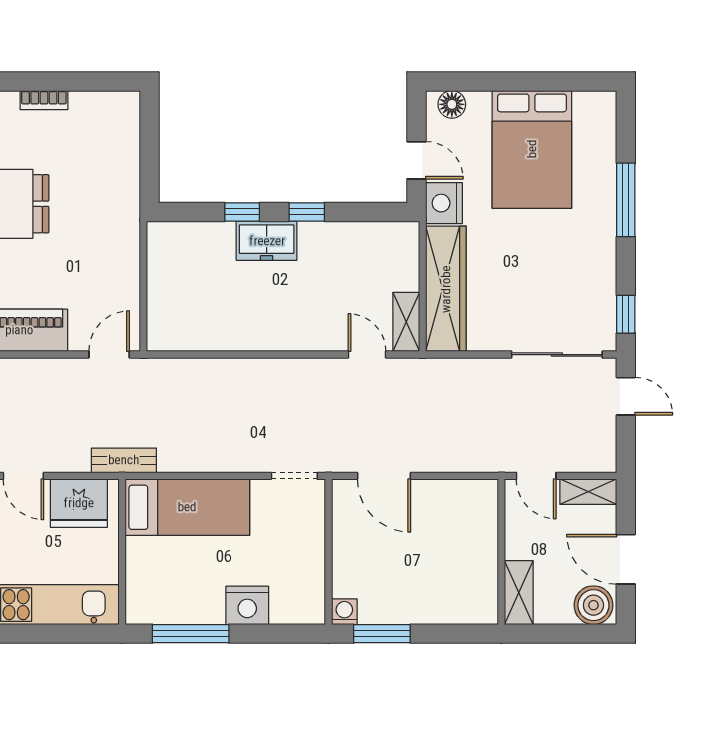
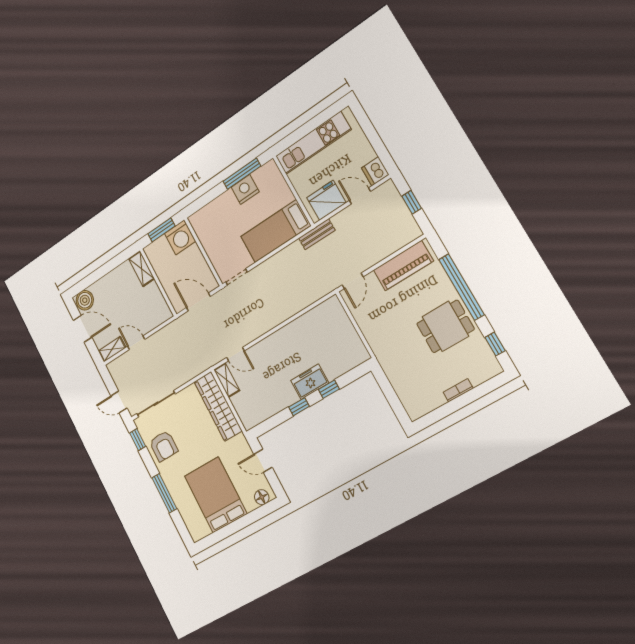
nightstand: (444, 203) -> (240, 447), removed
armchair: (582, 278) -> (164, 446), added
wall: (501, 552) -> (158, 282), moved
shelving: (519, 593) -> (142, 269), moved
nightstand: (247, 605) -> (245, 189), moved
washing machine: (344, 612) -> (180, 237), width x1.89, depth x1.89

